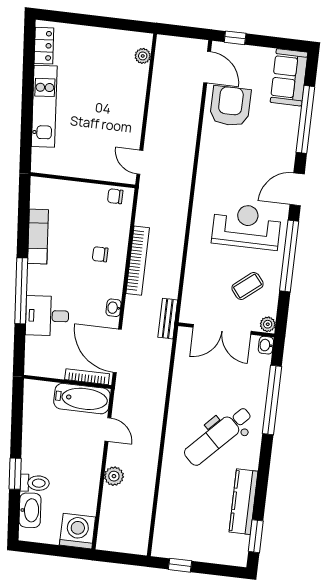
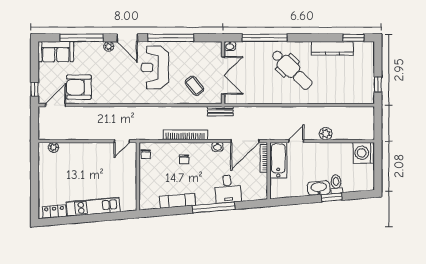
coffee table: (247, 286) -> (194, 86), moved
plant: (268, 324) -> (109, 46), moved
washbasin: (30, 510) -> (319, 188), moved

